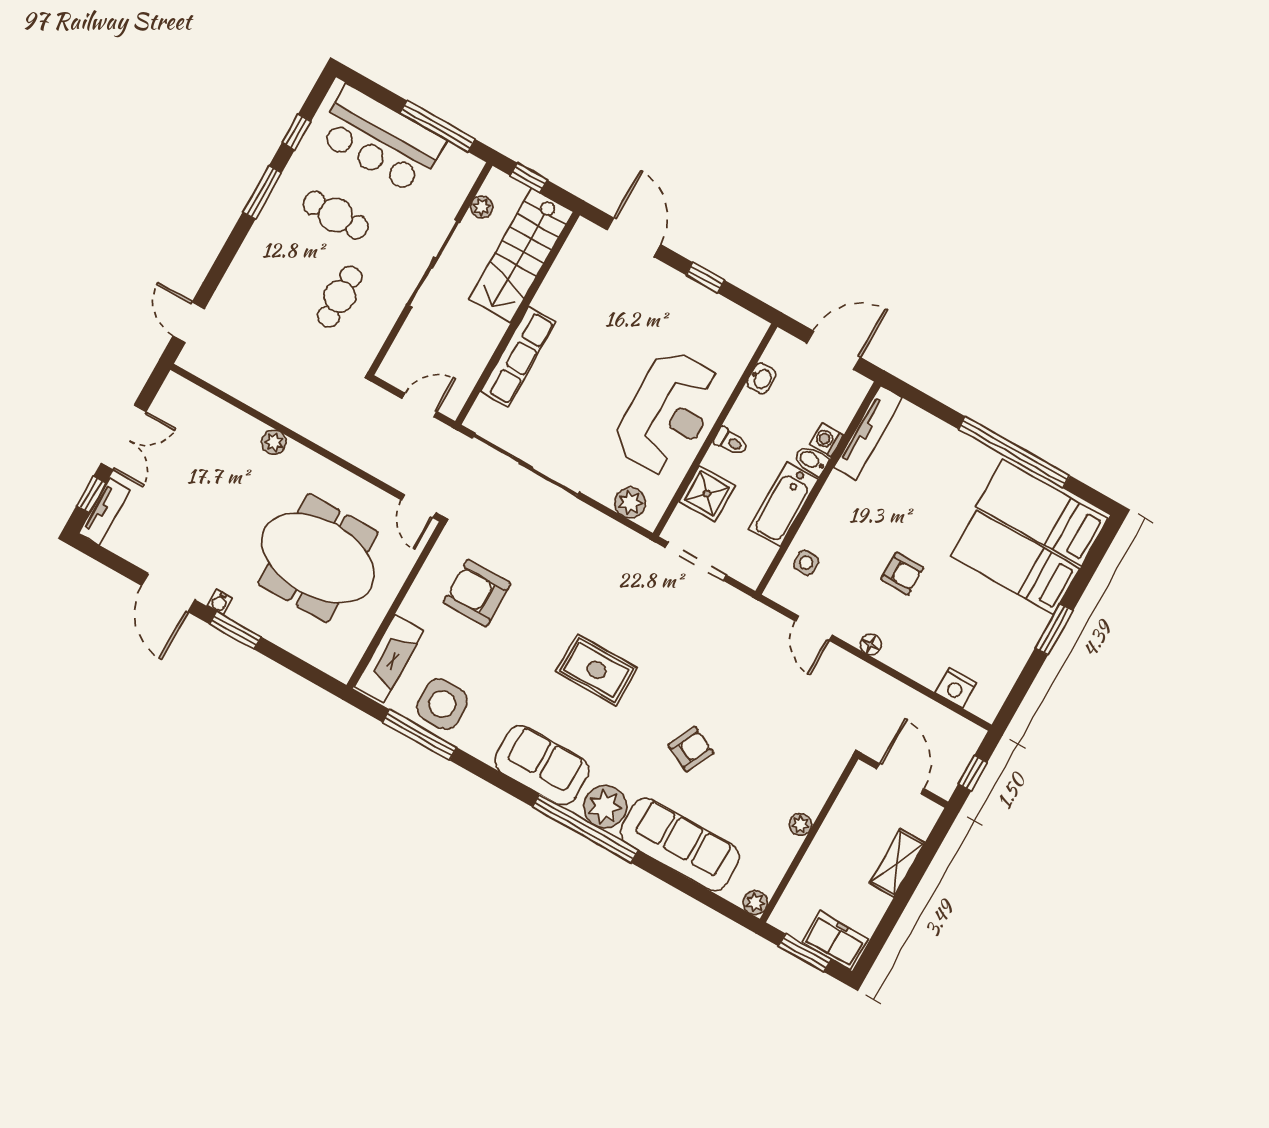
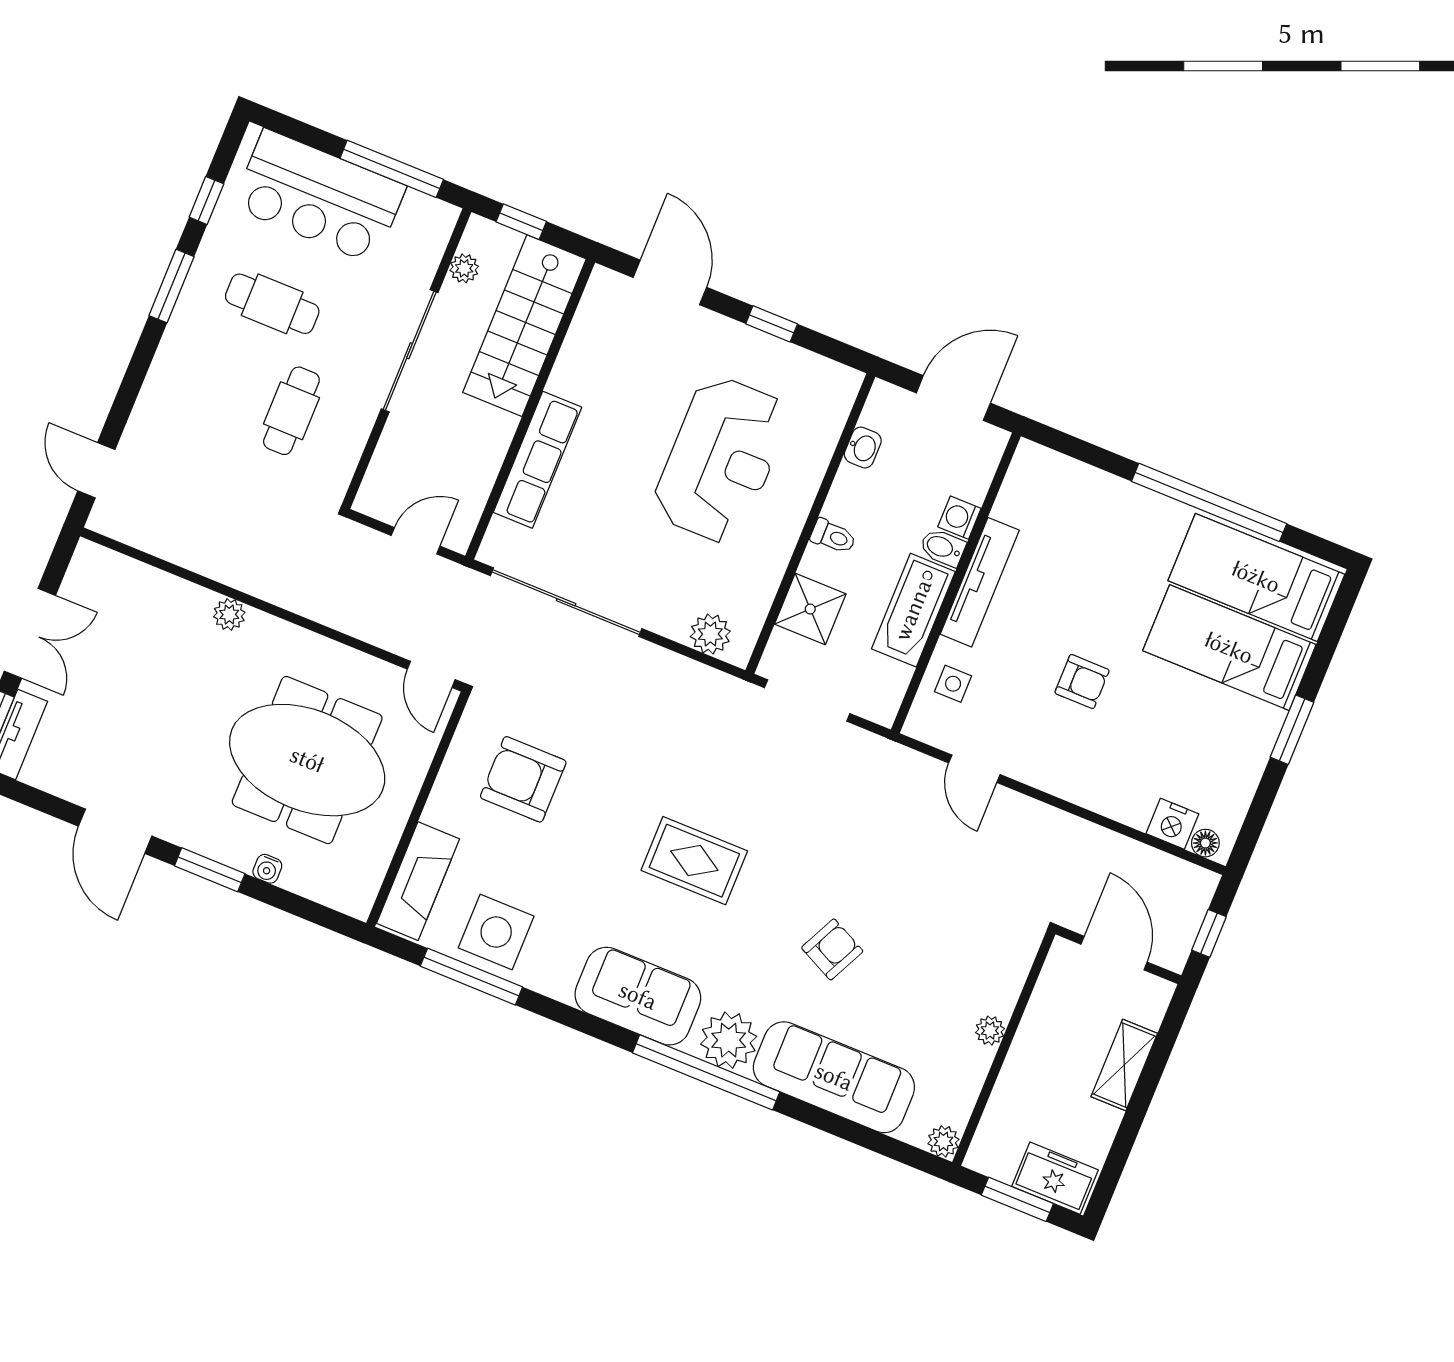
reception desk: (668, 413) -> (721, 460), moved
tv unit: (868, 433) -> (980, 582), moved
water cooler: (220, 602) -> (267, 869), moved
floor lamp: (871, 644) -> (1205, 843), moved

